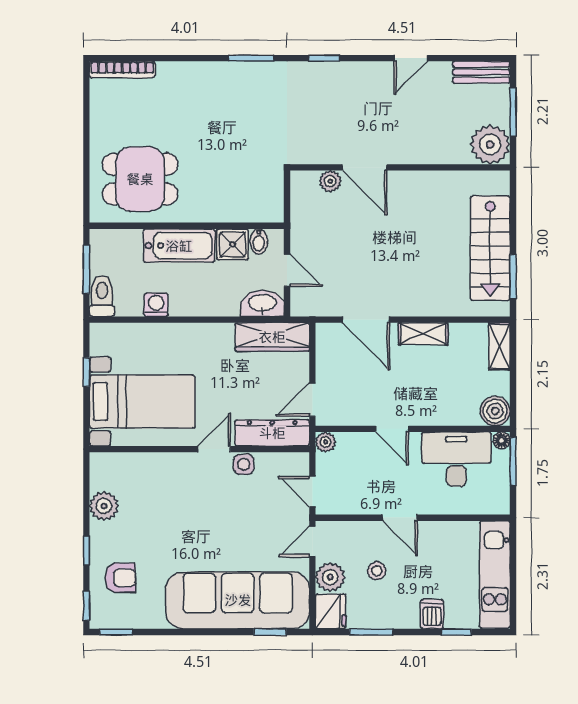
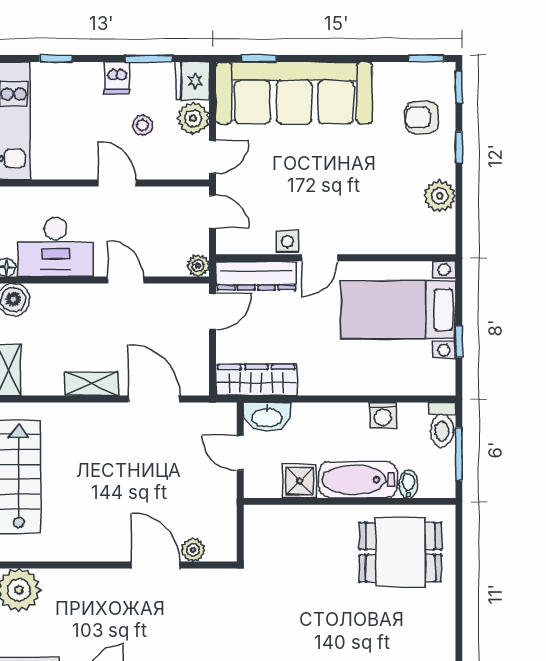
bidet: (259, 241) -> (408, 484), moved
dishwasher: (432, 614) -> (117, 78), moved

